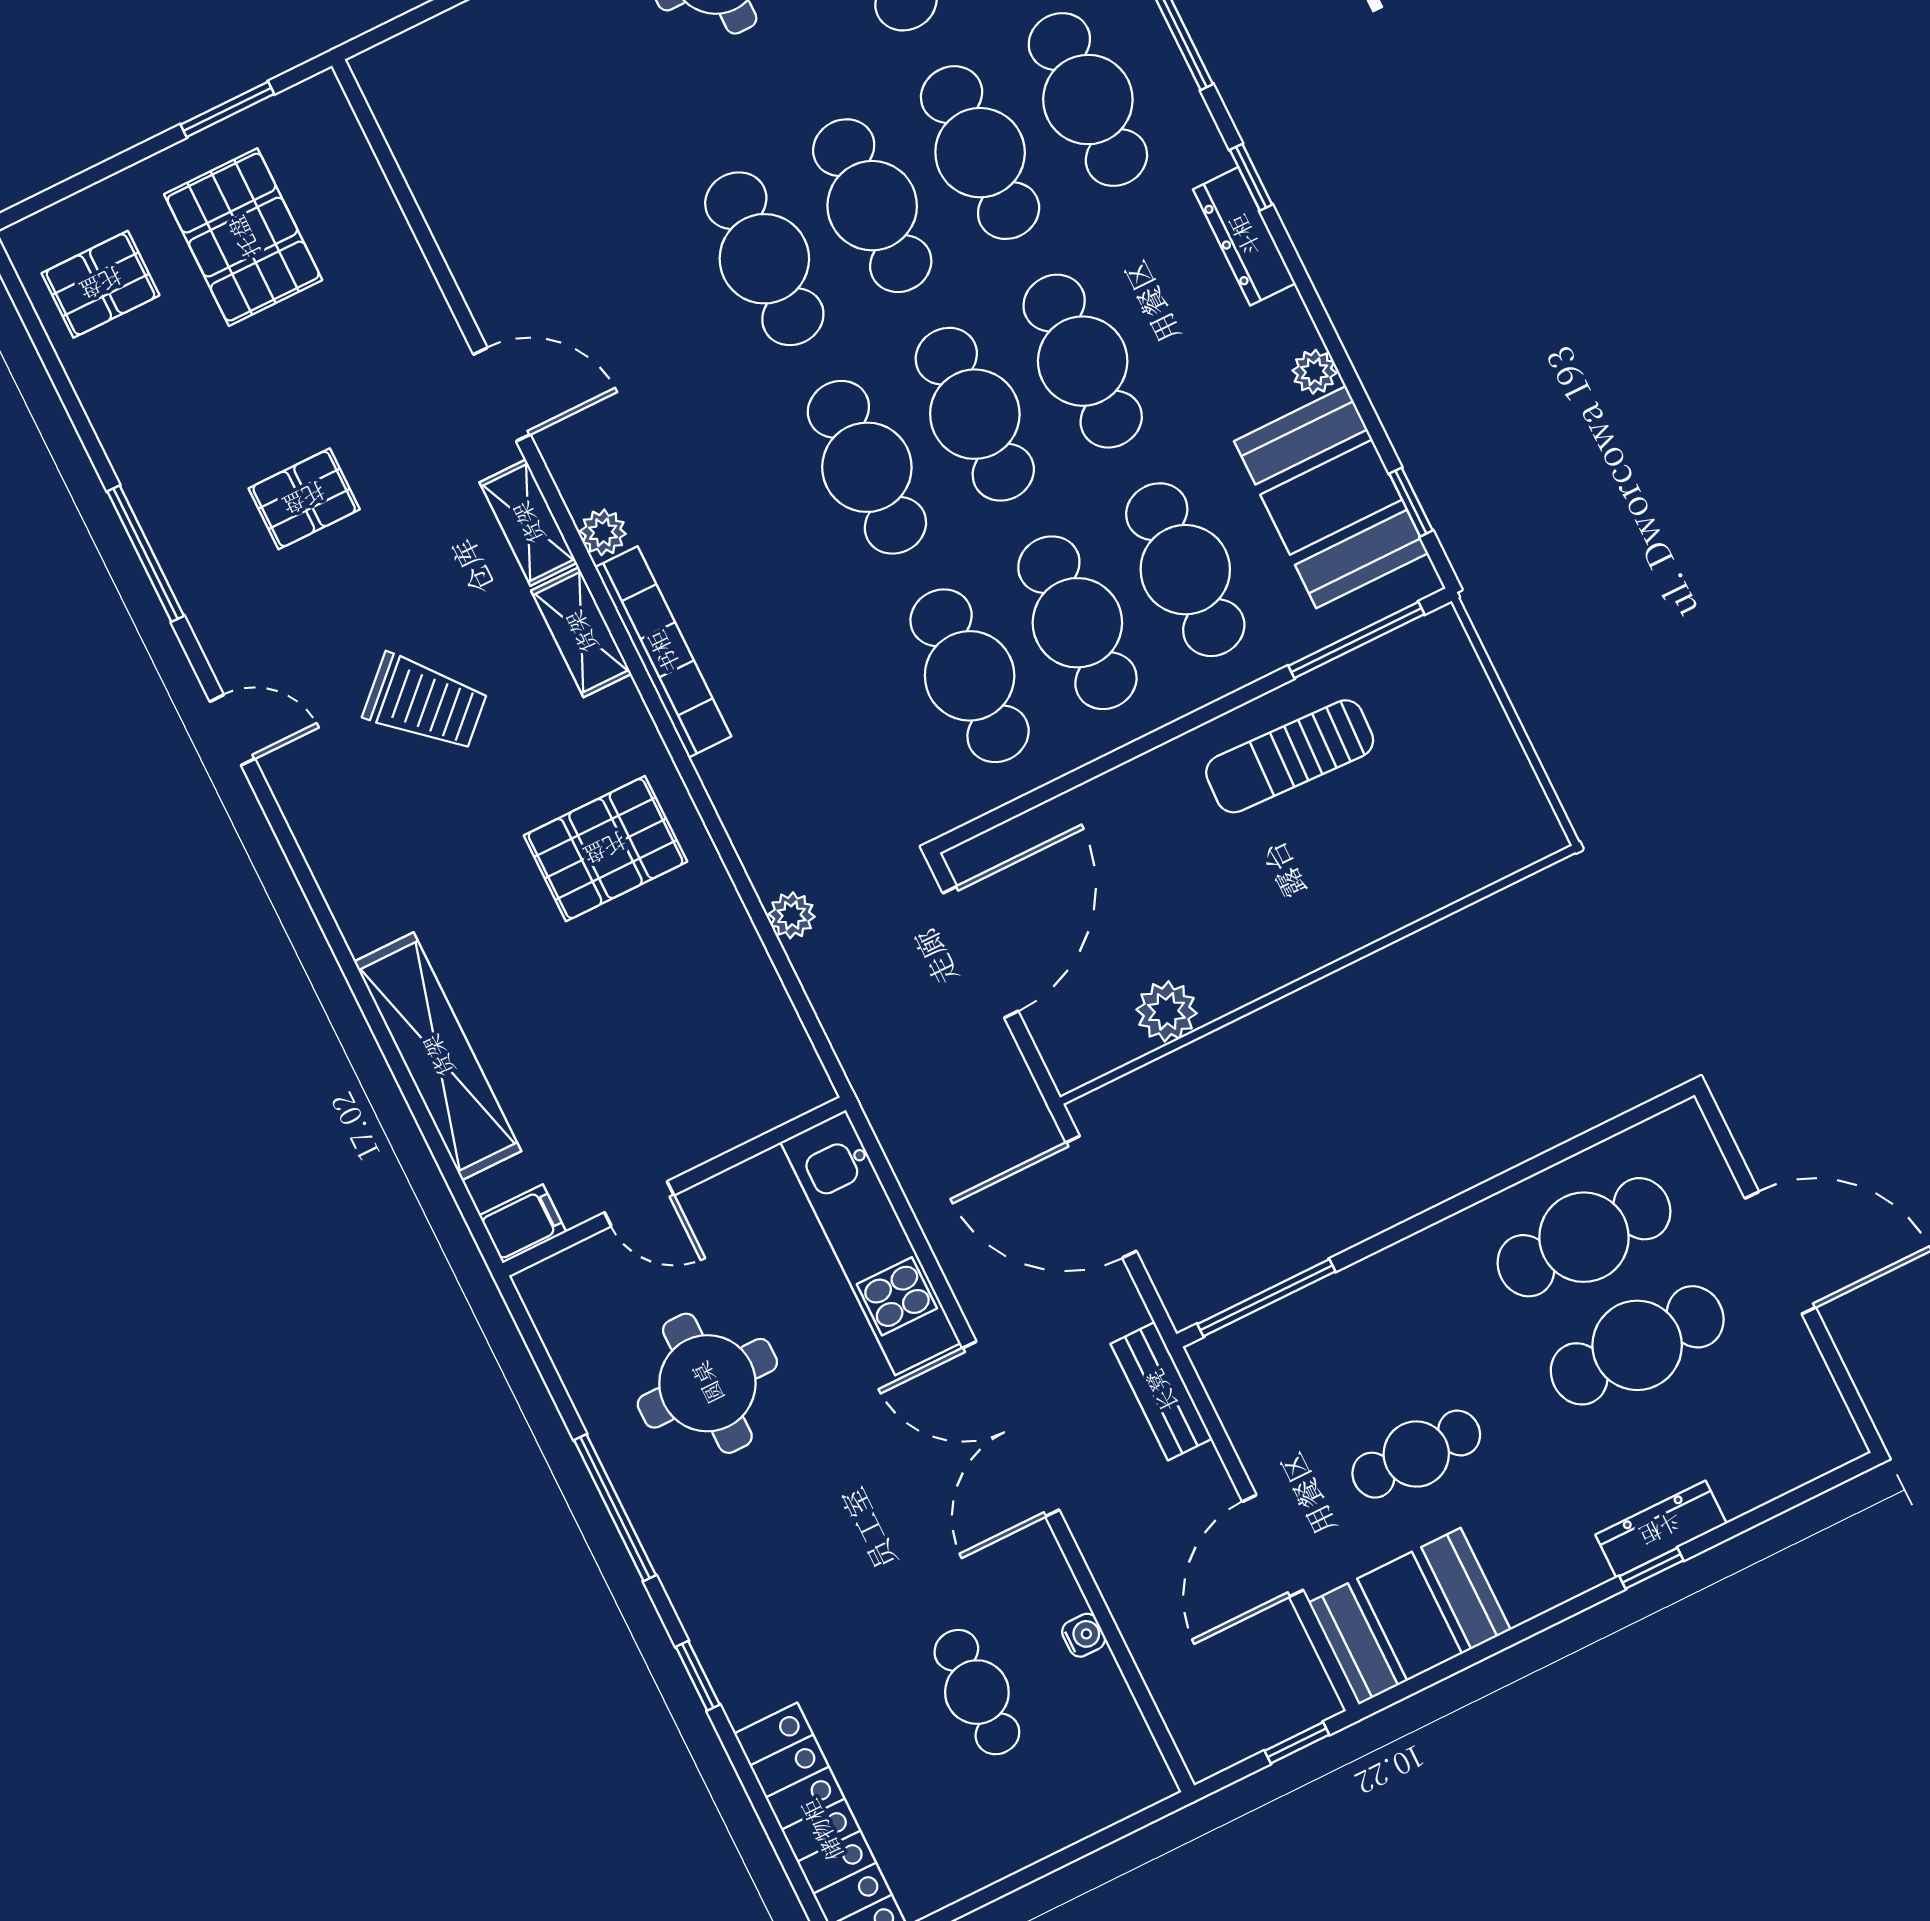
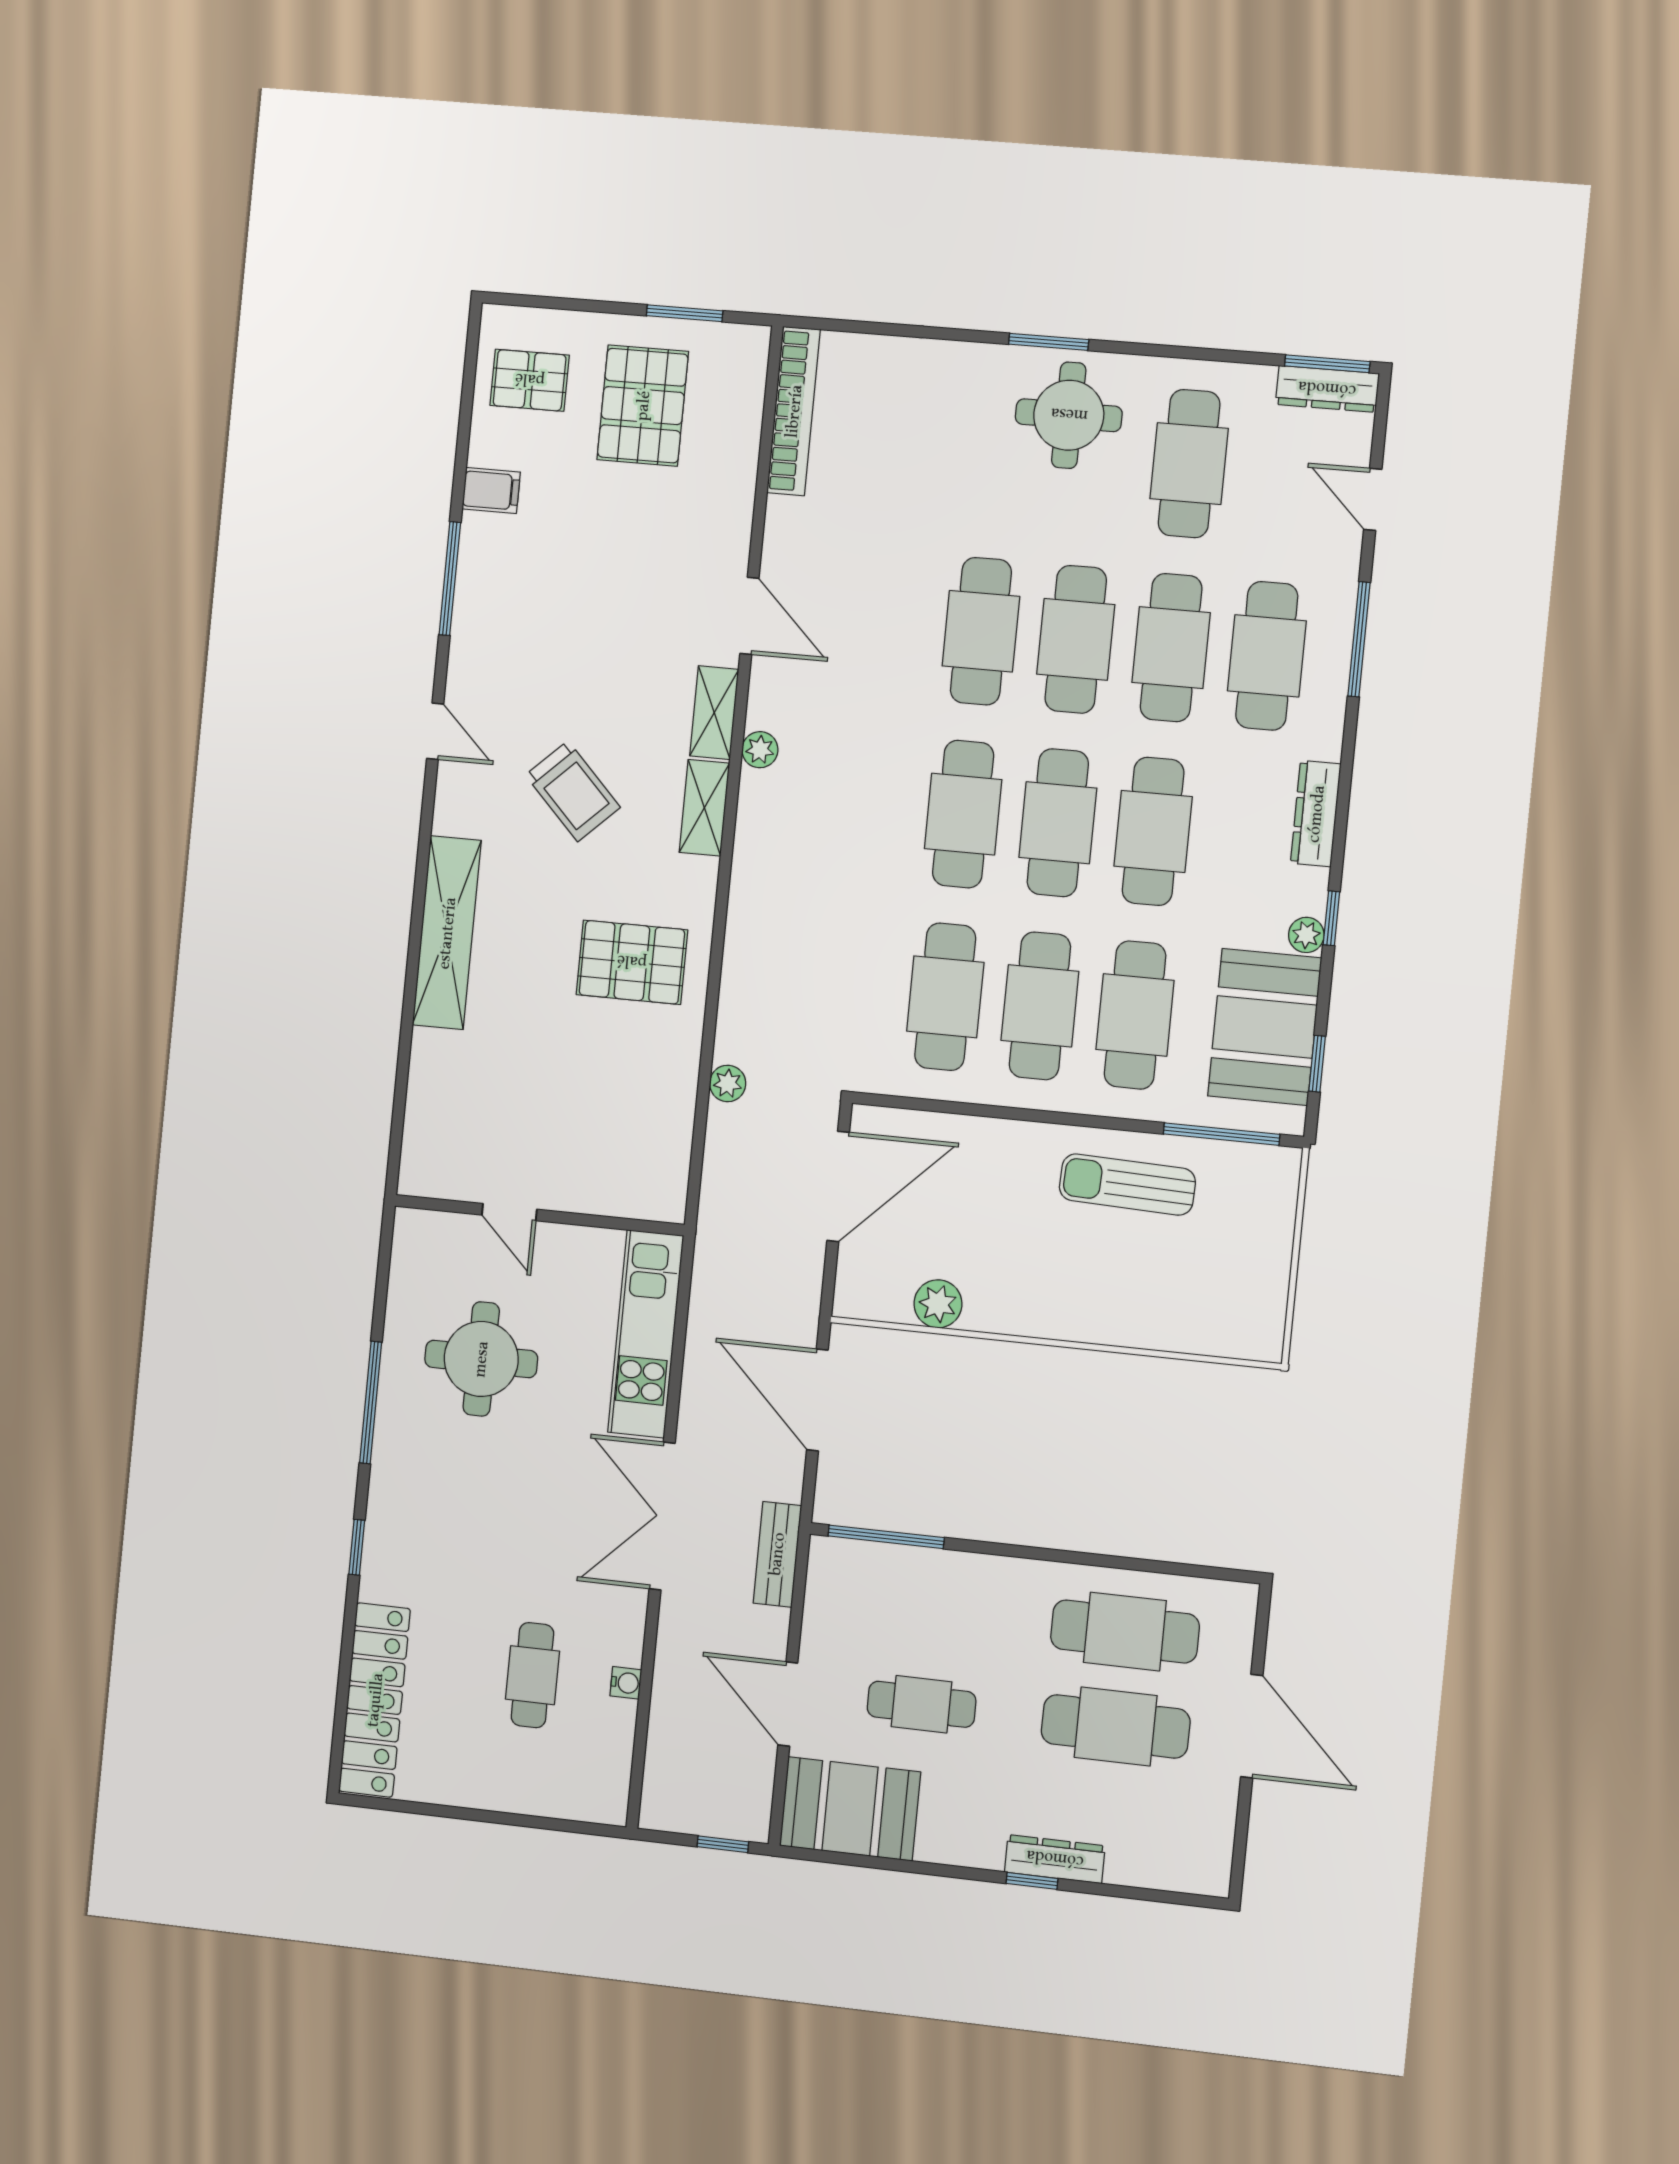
window: (1251, 177) -> (1331, 918), moved
pallet: (304, 499) -> (576, 606), removed
bookcase: (663, 652) -> (794, 411), moved
shelving: (438, 1056) -> (447, 933), moved
filing cabinet: (523, 1224) -> (491, 491), moved
door: (1273, 1546) -> (788, 1704), hinge flipped

